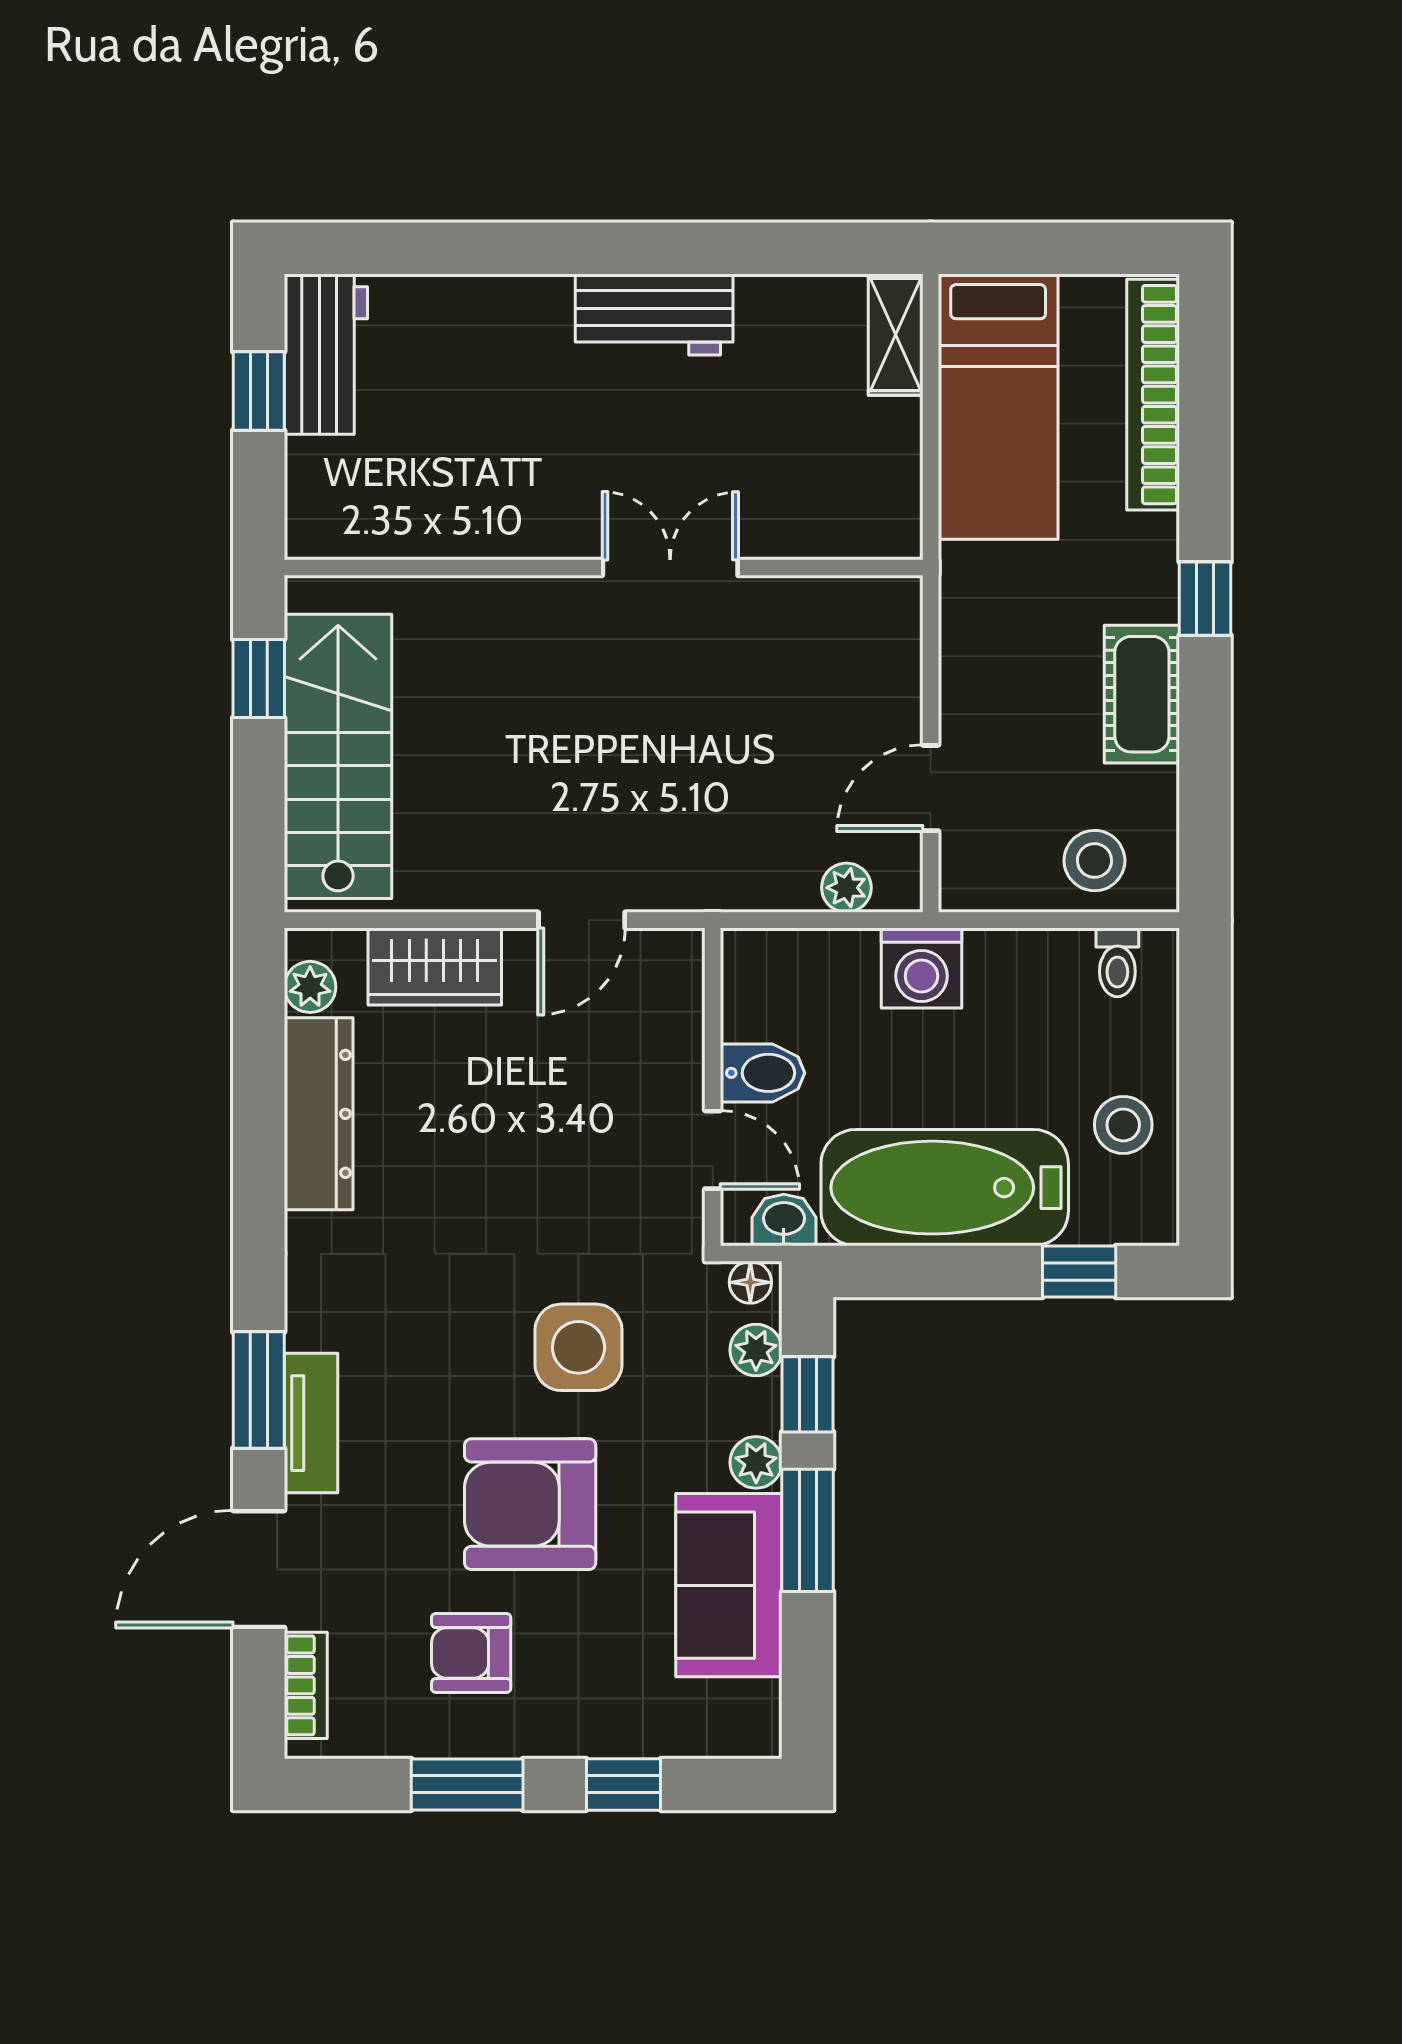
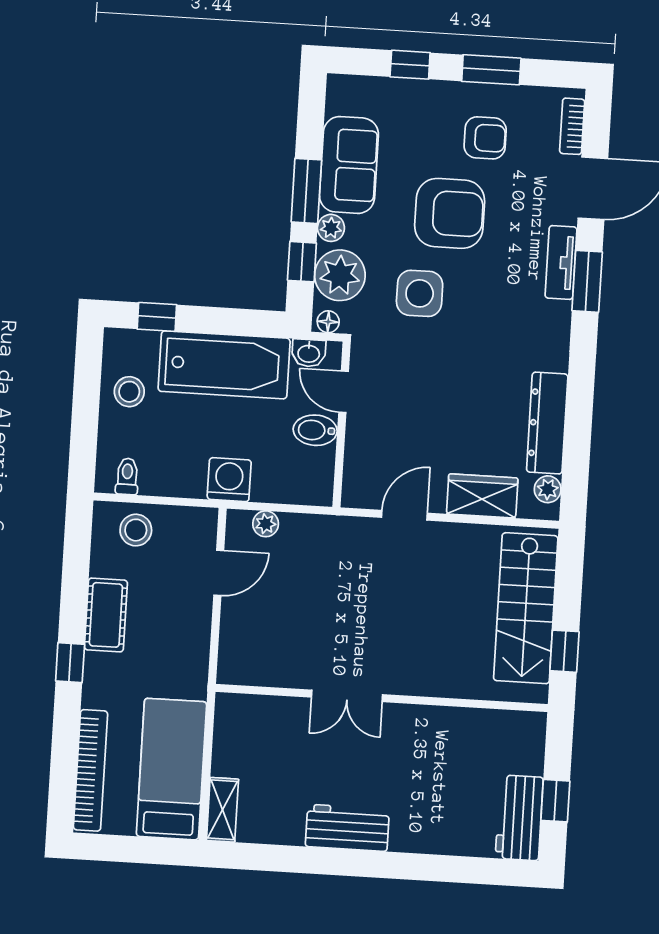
plant: (756, 1350) -> (340, 275), width x1.88, depth x1.88

